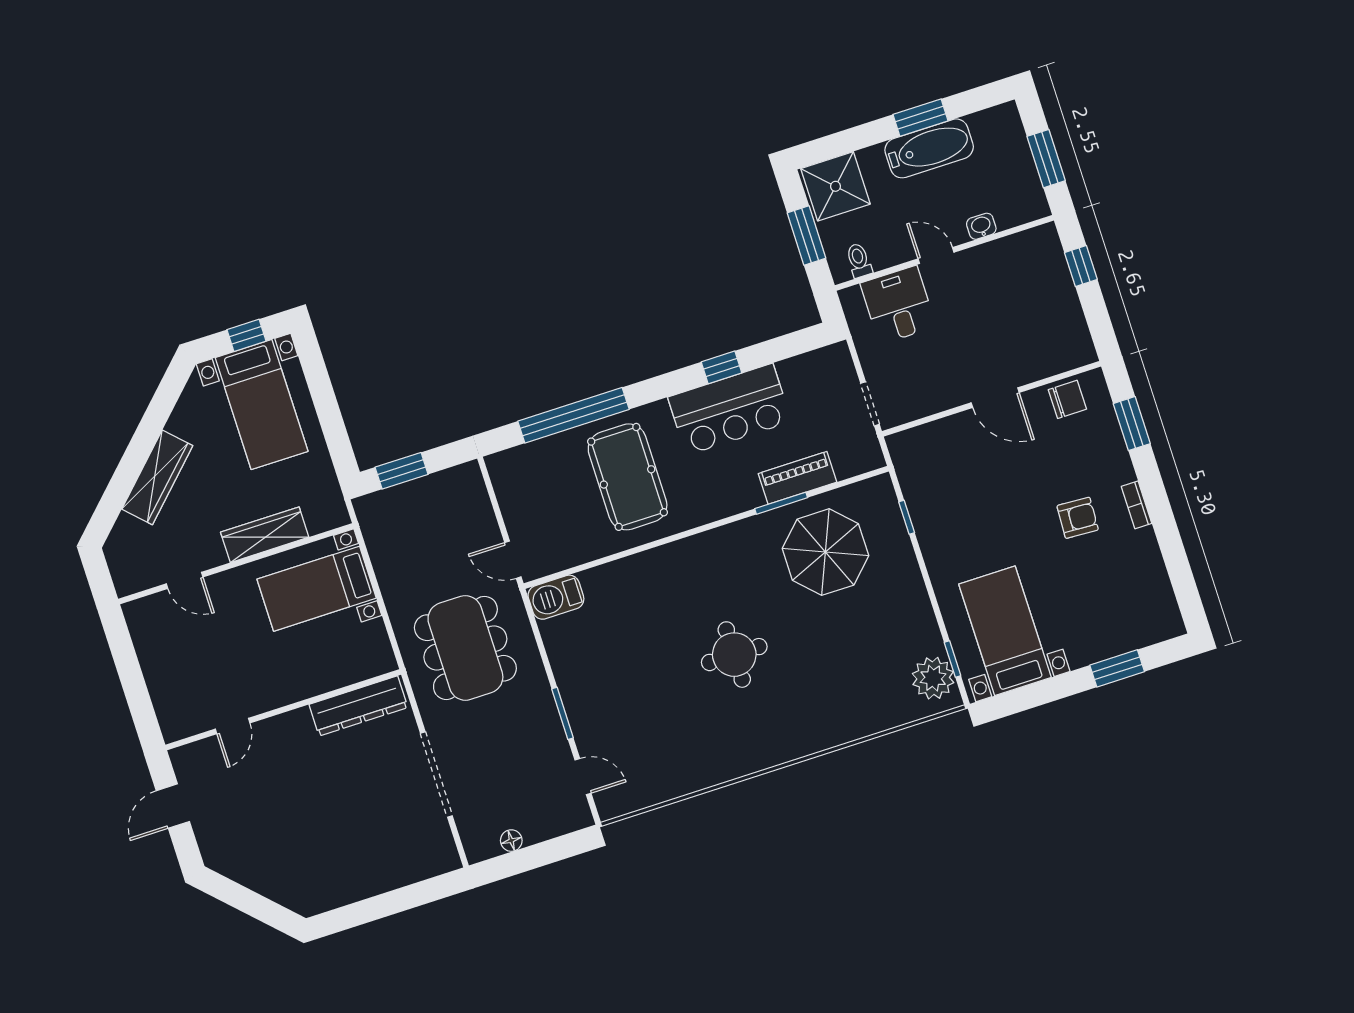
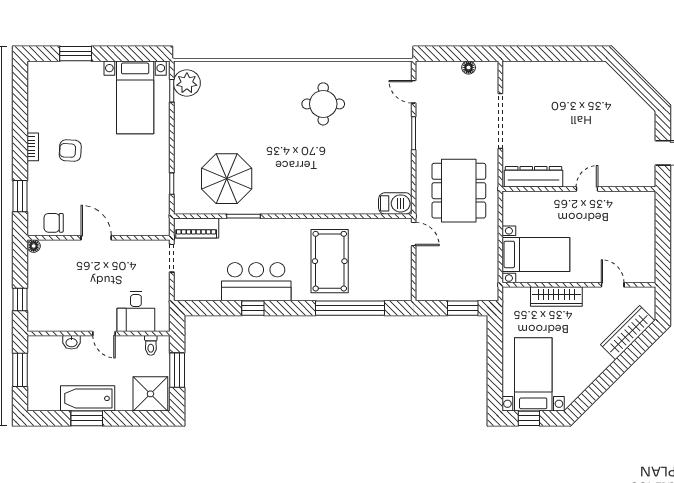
floor lamp: (1086, 354) -> (34, 246), added
wardrobe: (157, 477) -> (628, 333), moved
piano: (797, 478) -> (196, 228), moved
round table: (734, 655) -> (323, 104), moved
door: (233, 726) -> (587, 189), moved

